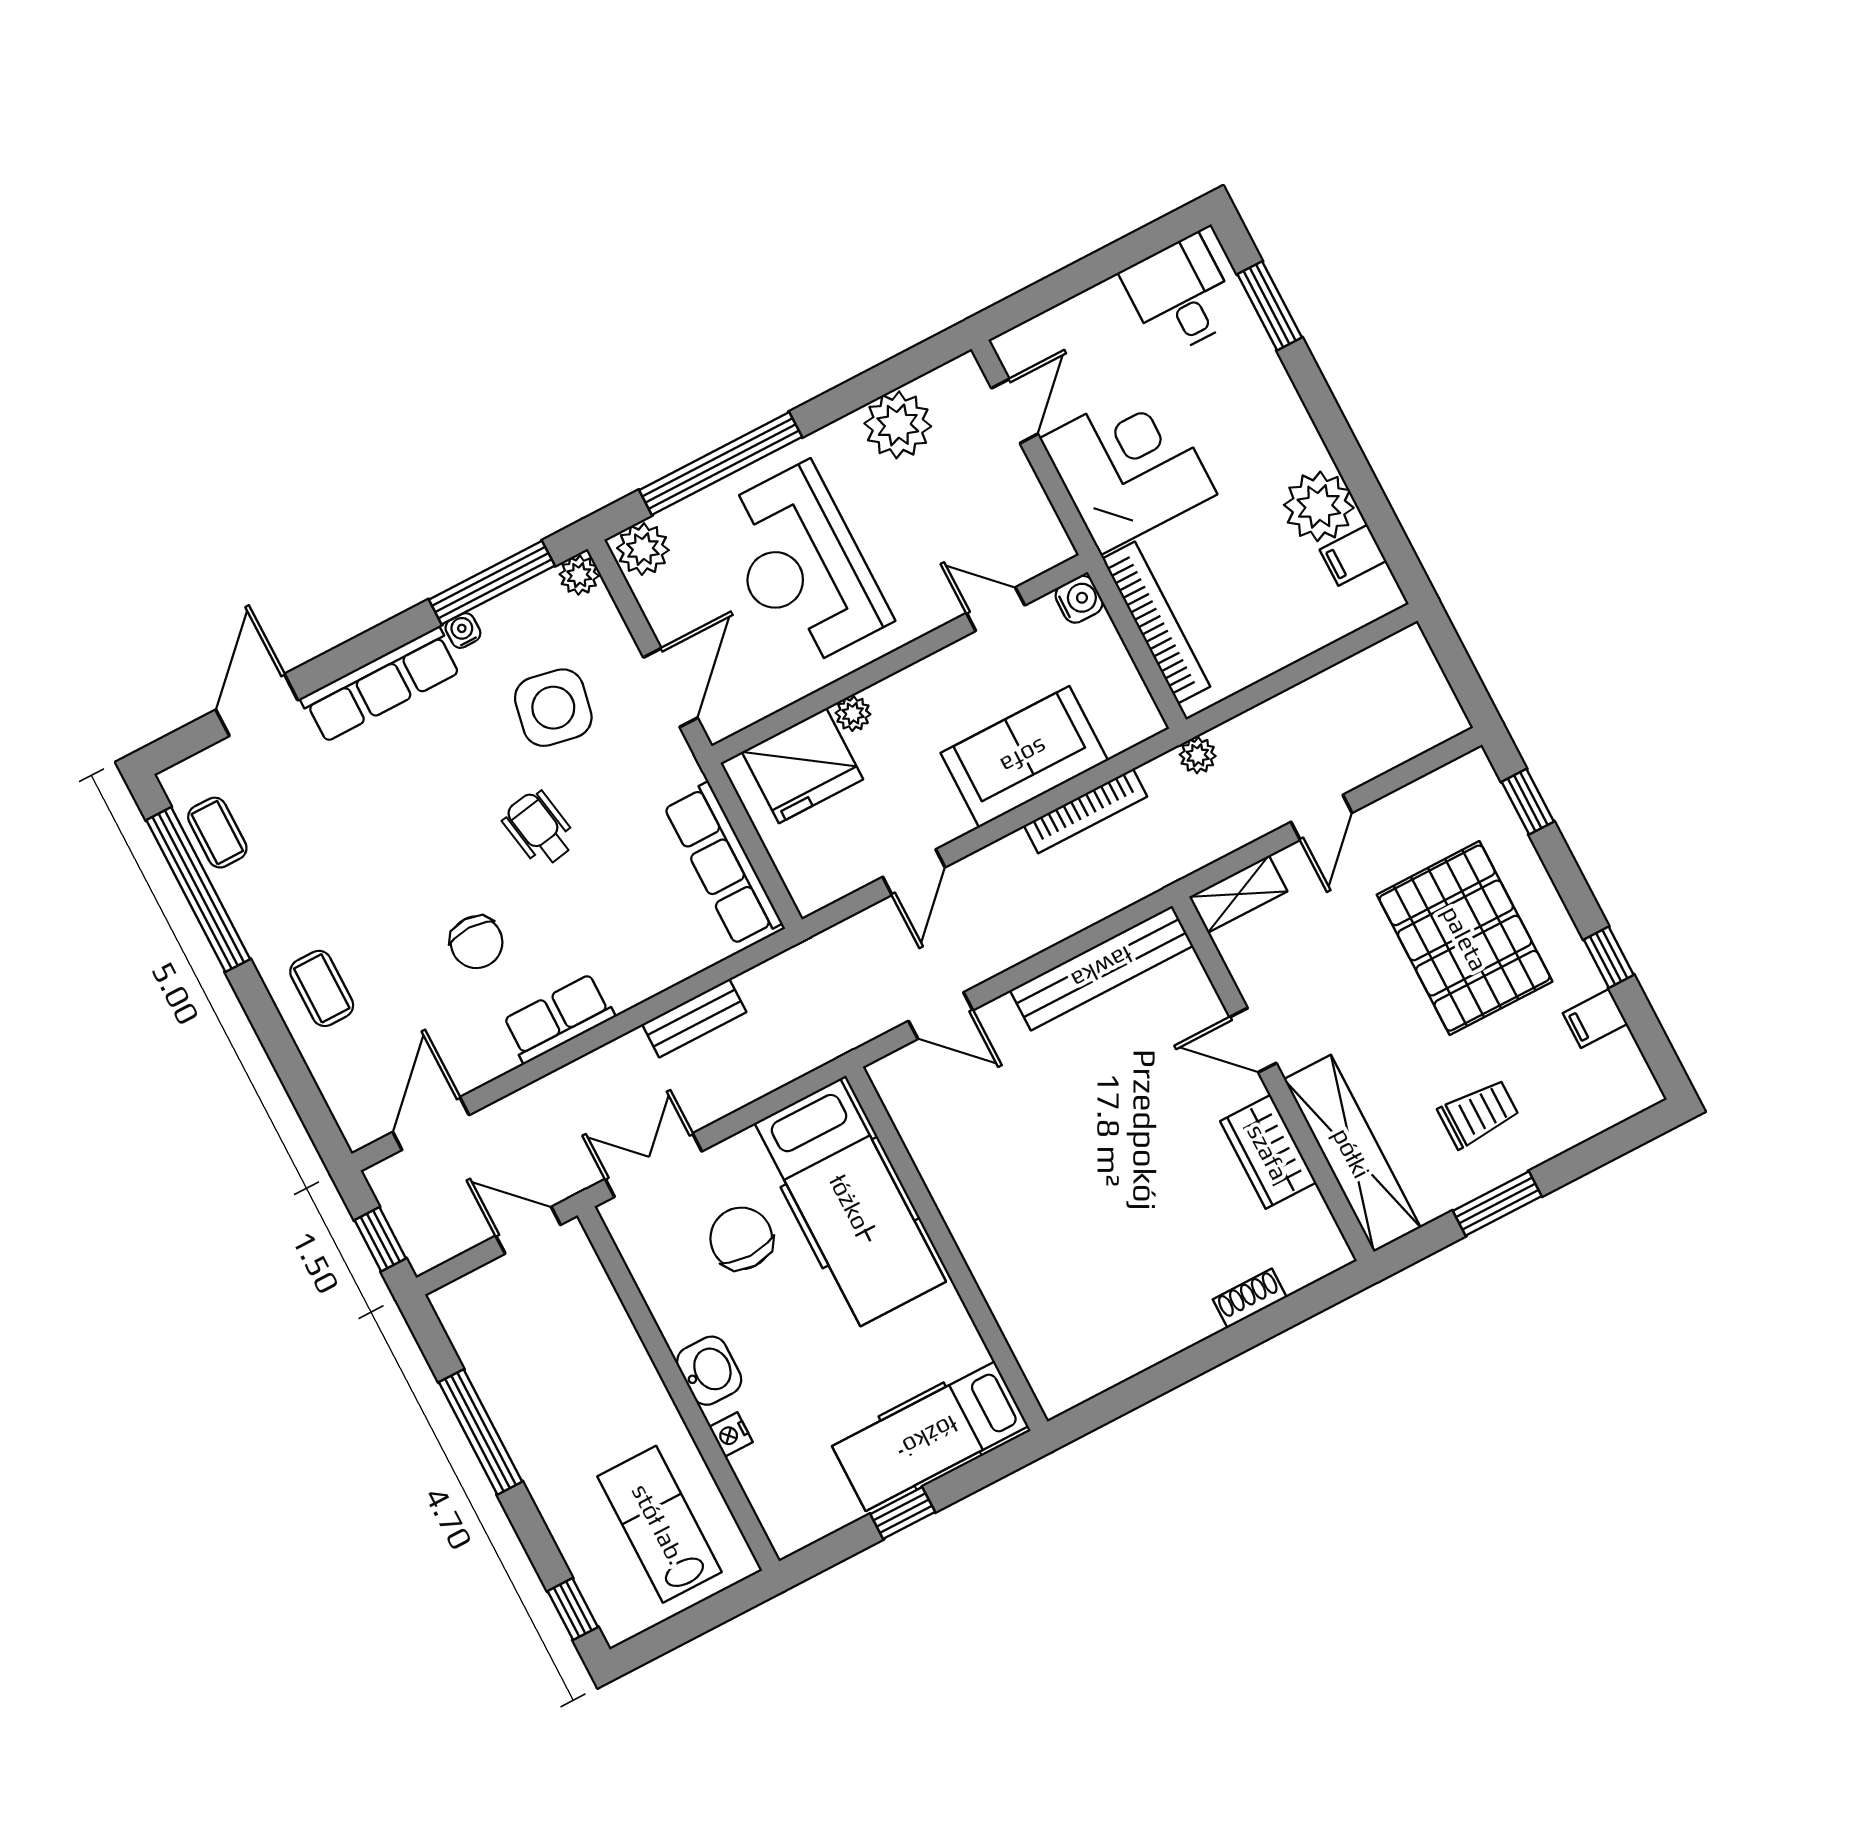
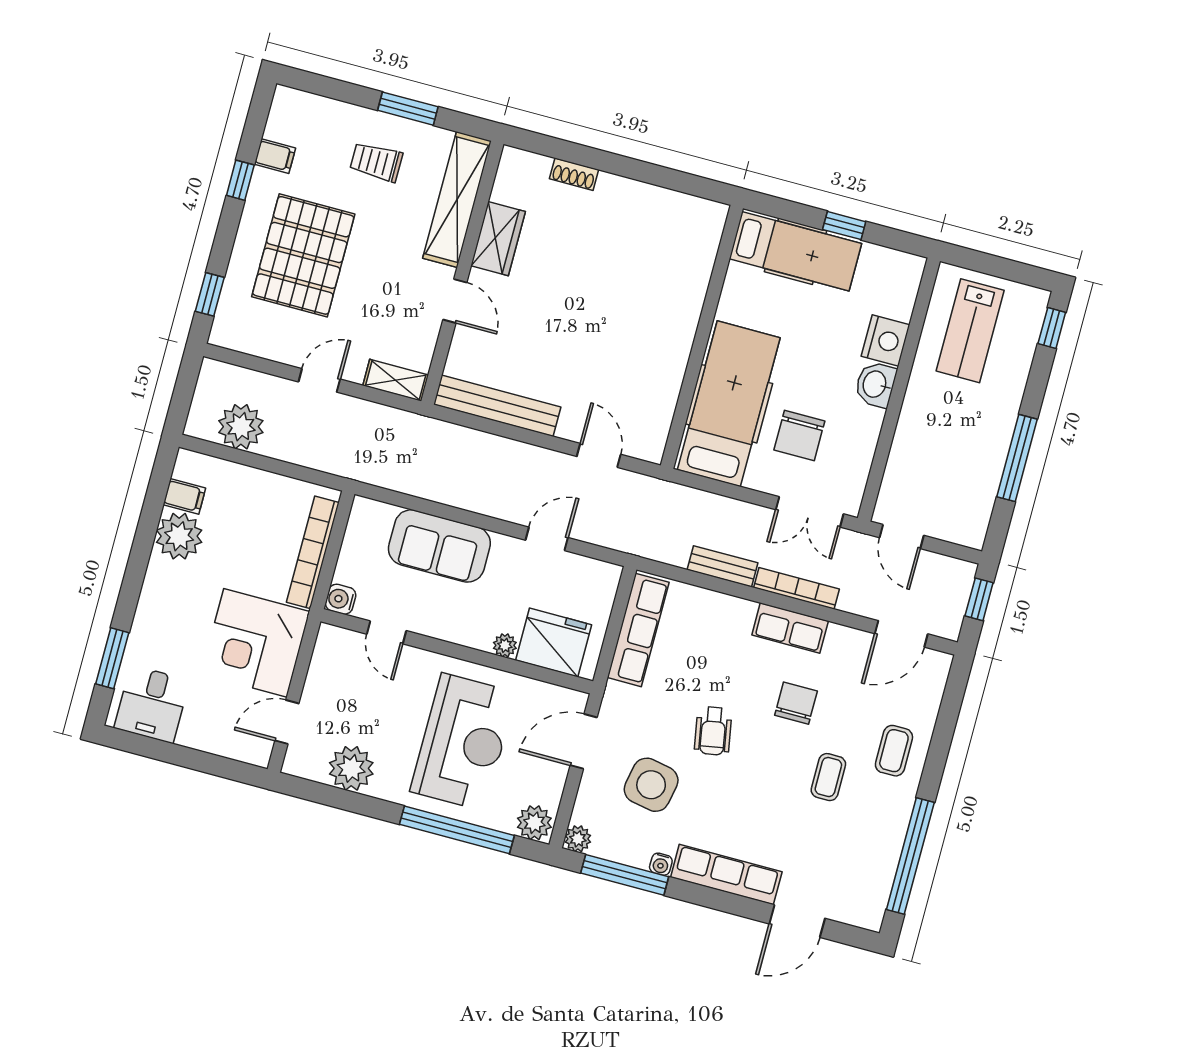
plant: (1198, 755) -> (241, 427), moved, width x1.88, depth x1.88
bookcase: (1085, 811) -> (796, 588), moved
coffee table: (217, 833) -> (828, 777), moved
nightstand: (731, 1435) -> (885, 341), width x1.89, depth x1.79

